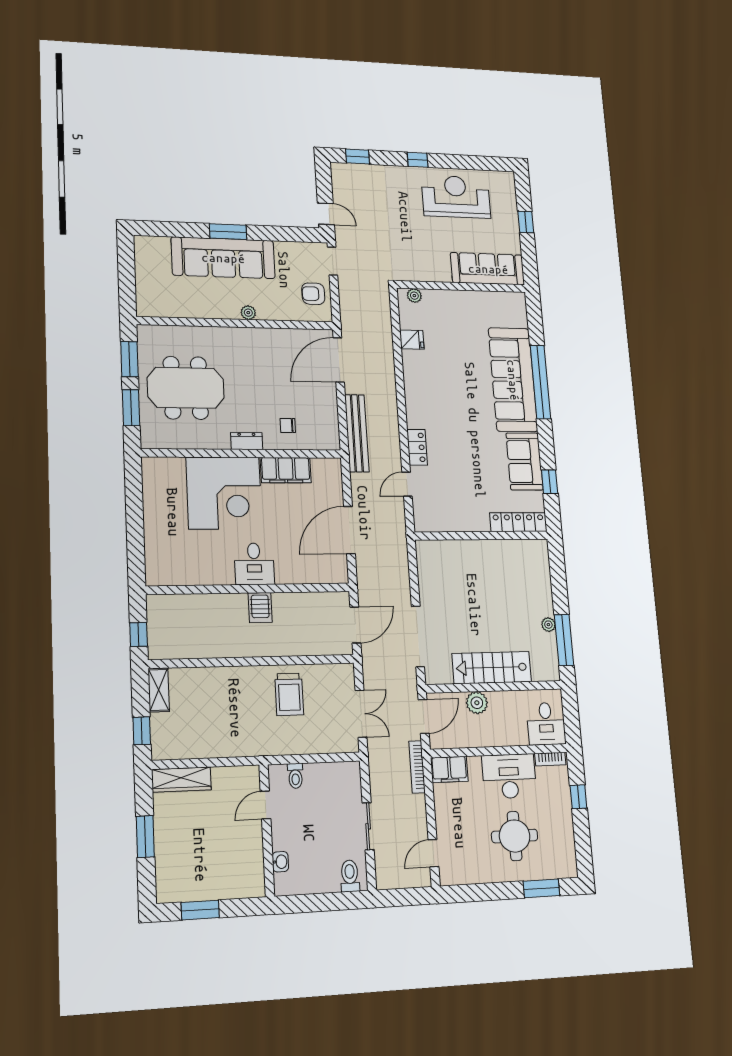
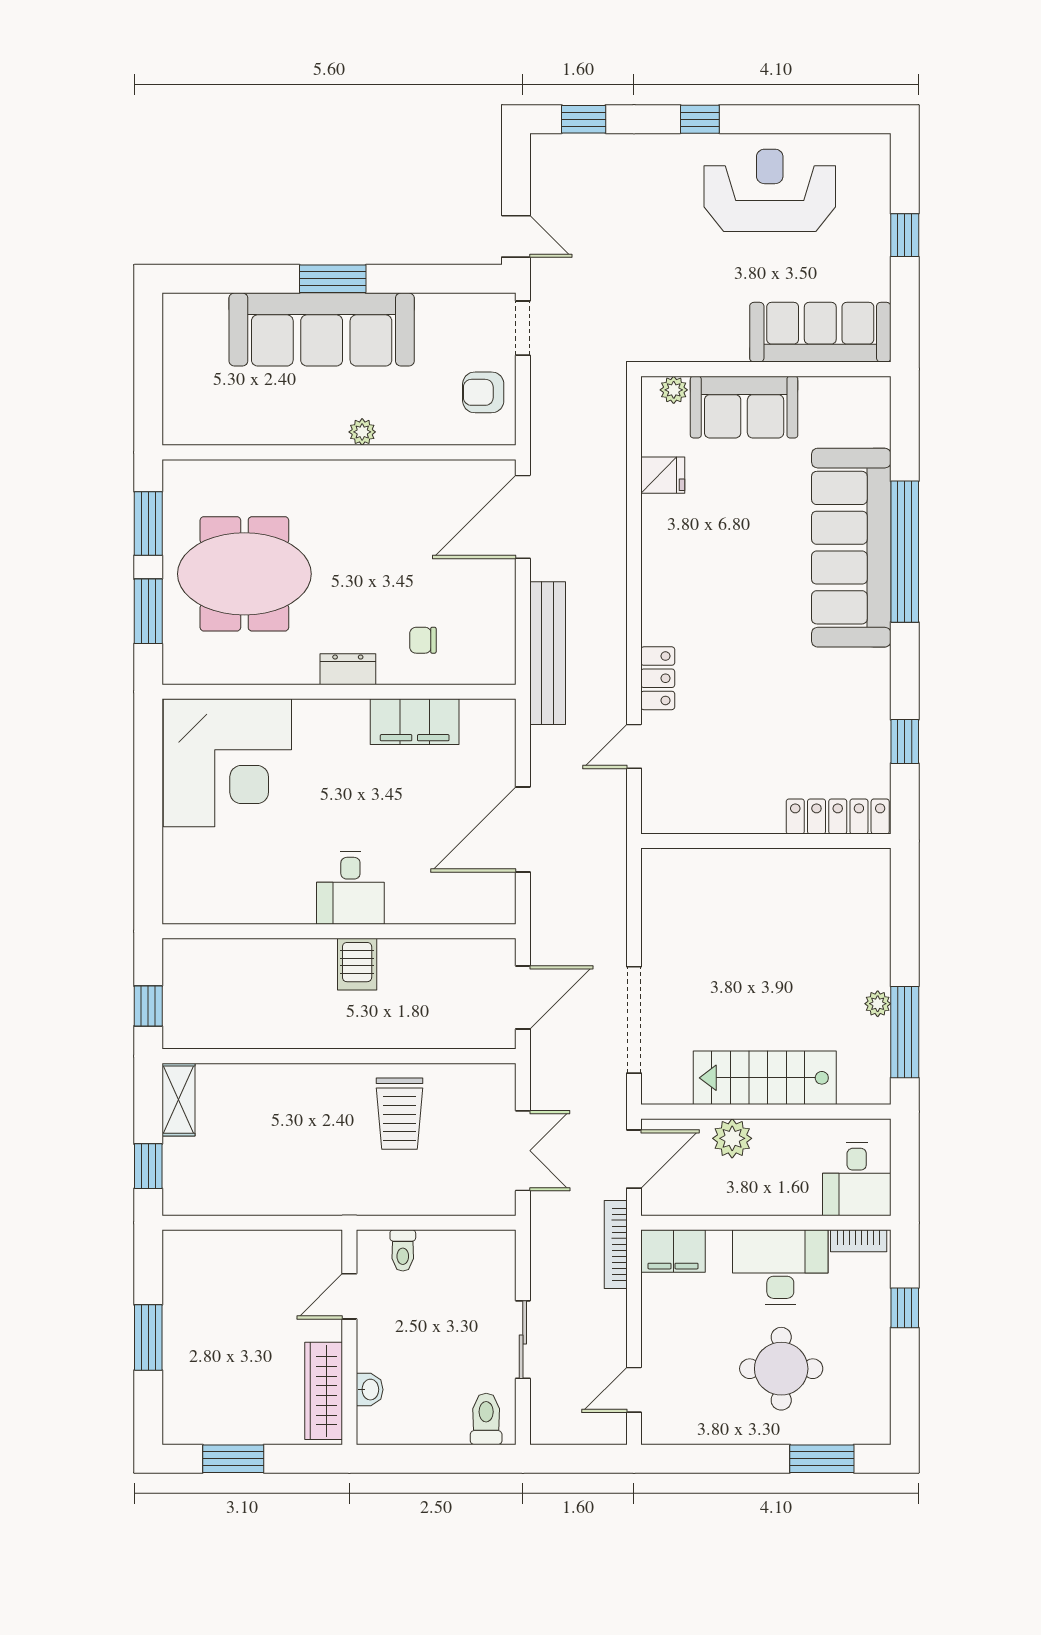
sofa: (525, 462) -> (744, 407), moved, turned -90
corner desk: (224, 493) -> (227, 763), moved
wardrobe: (181, 780) -> (324, 1391), moved, turned 90

